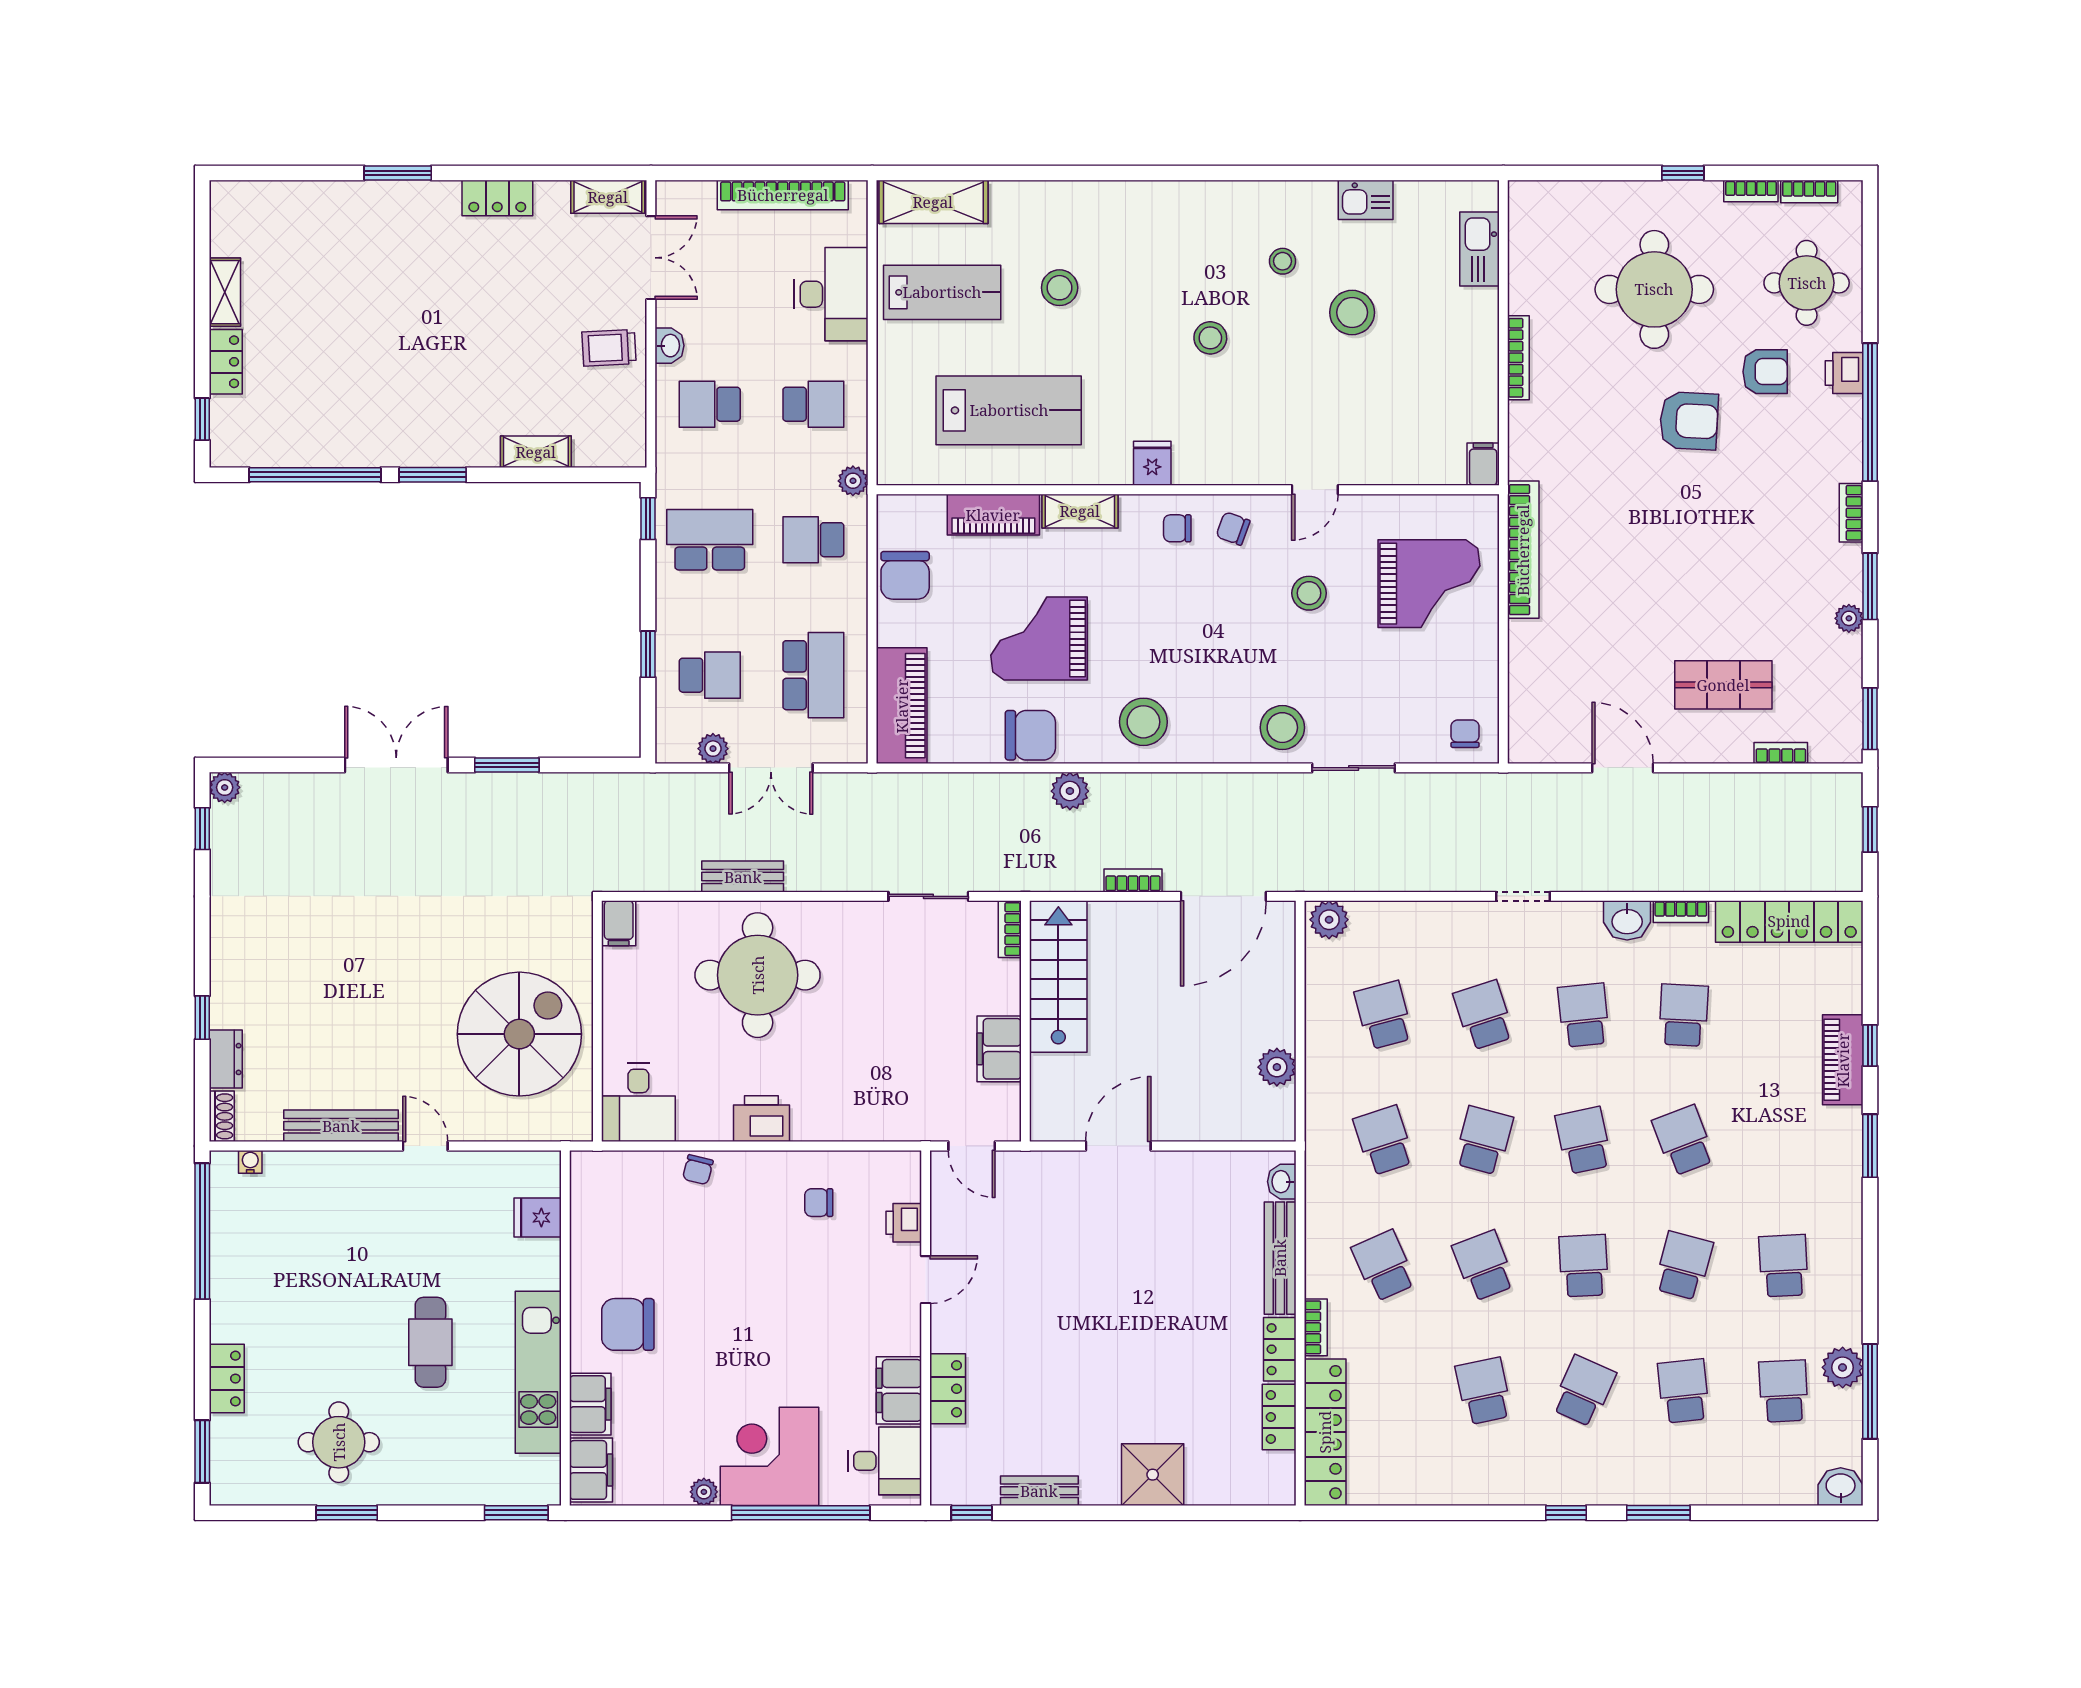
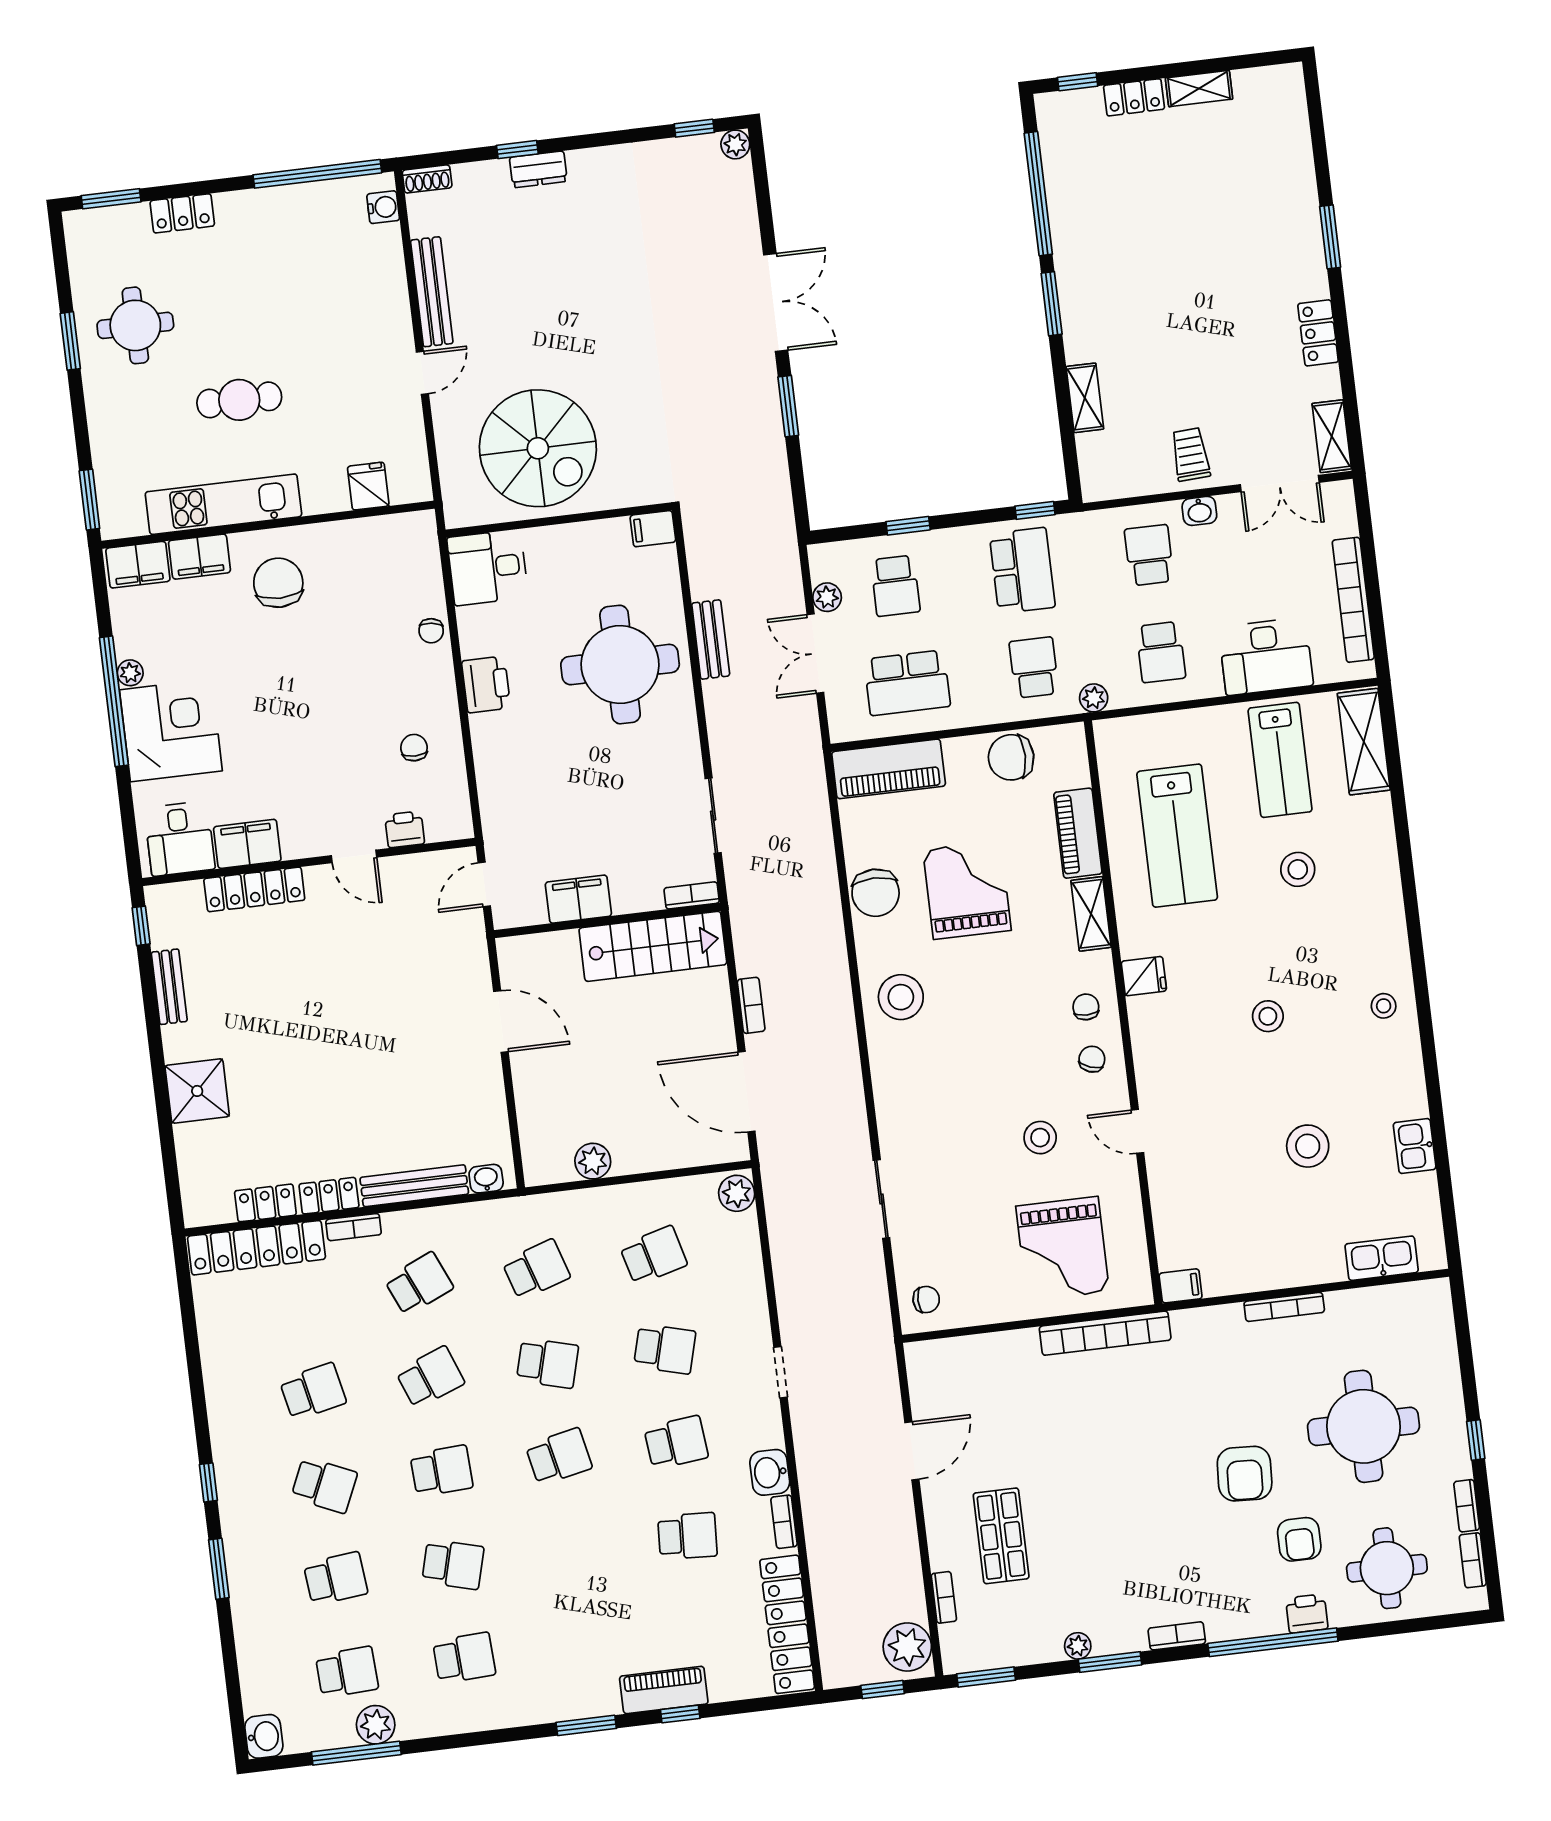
stool: (1283, 261) -> (1384, 1006), moved
stool: (1282, 728) -> (911, 1128), removed
plant: (1070, 791) -> (907, 1647), moved, width x1.36, depth x1.36
school desk: (1484, 1015) -> (665, 1349), turned 33
dresser: (226, 1059) -> (538, 169), moved
school desk: (1684, 1140) -> (570, 1550), removed
water cooler: (250, 1162) -> (383, 207), width x1.38, depth x1.38
chair: (698, 1170) -> (431, 631), turned -96
locker: (948, 1389) -> (254, 889), width x1.53
window: (801, 1513) -> (114, 701), moved

